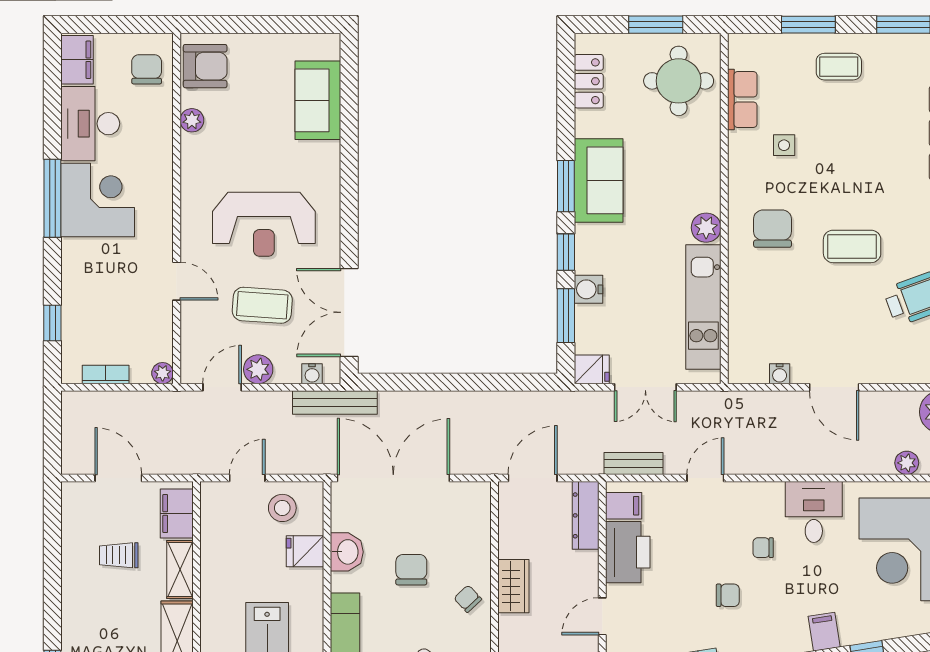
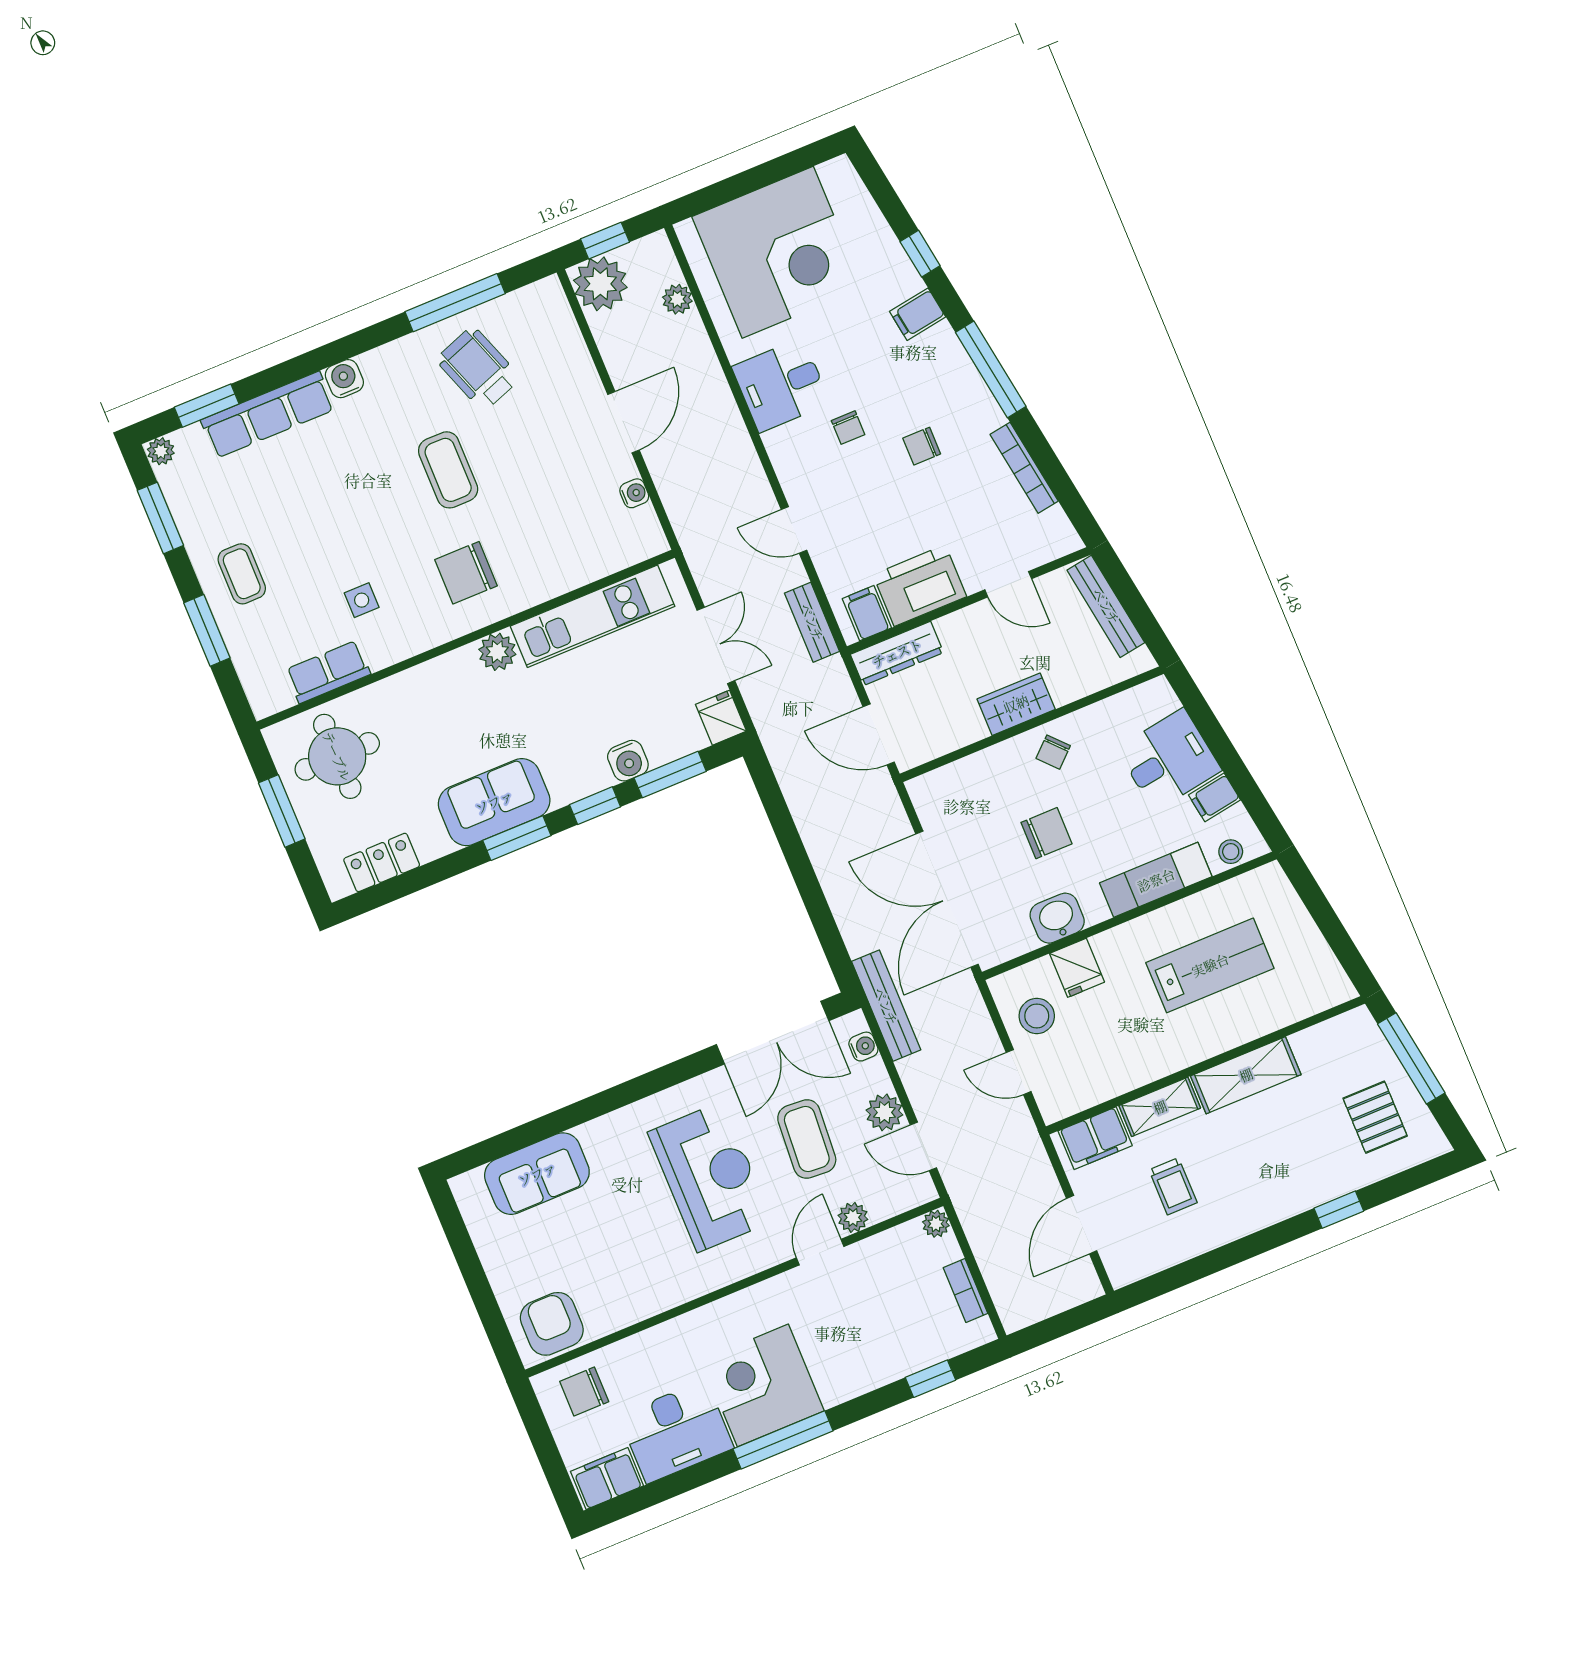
plant: (192, 120) -> (853, 1217), moved
chair: (411, 570) -> (1047, 833), turned 180
chair: (728, 595) -> (922, 446), turned -90

